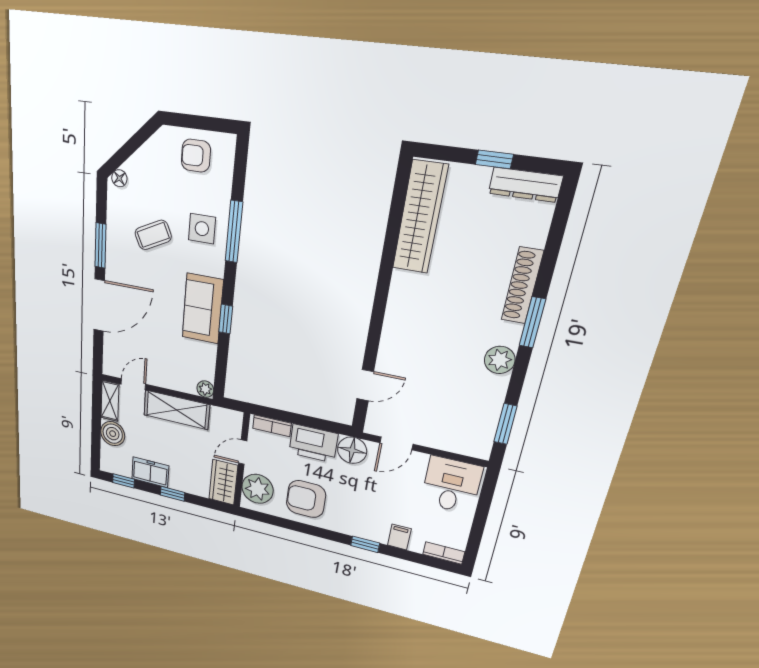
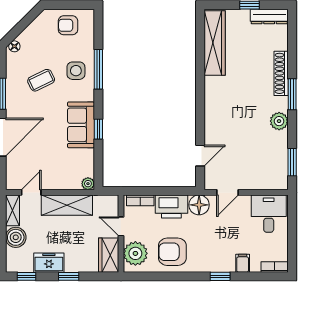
door: (243, 452) -> (121, 226), hinge flipped

